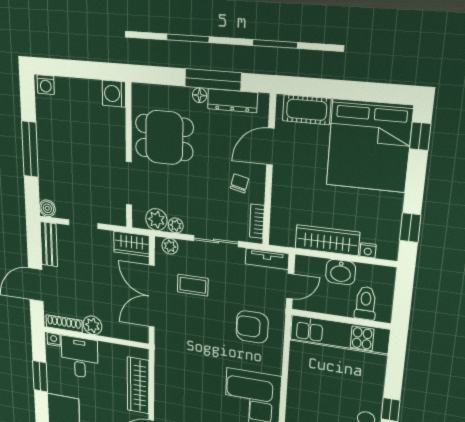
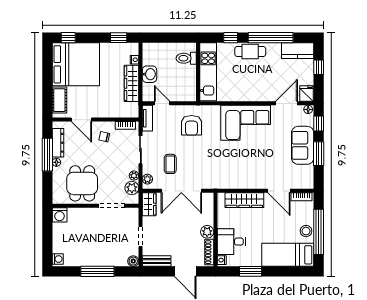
toilet: (366, 303) -> (186, 58), moved
wall: (340, 319) -> (198, 72), moved
kitchen unit: (339, 335) -> (208, 72), moved

